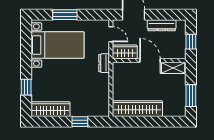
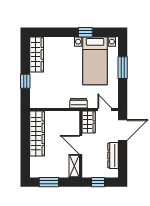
door: (111, 34) -> (105, 109), swing flipped
door: (150, 61) -> (81, 145), swing flipped
window: (26, 87) -> (85, 32), moved

